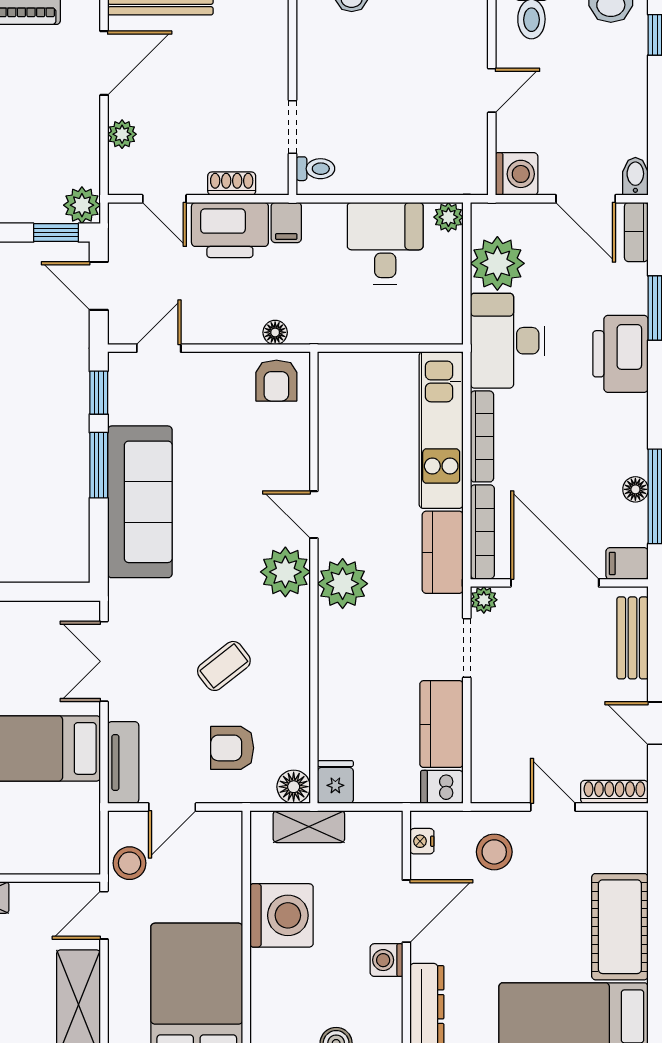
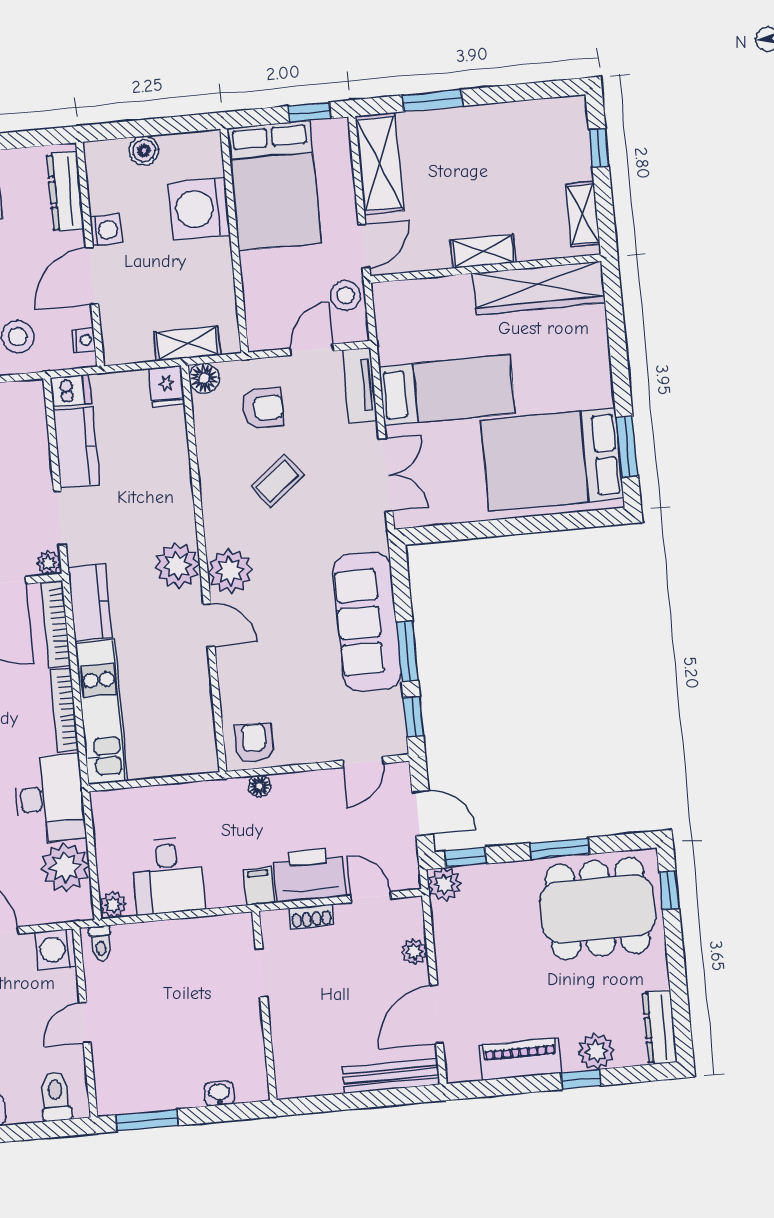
toilet: (315, 169) -> (101, 943), moved, turned -90
washing machine: (282, 915) -> (199, 209), moved

